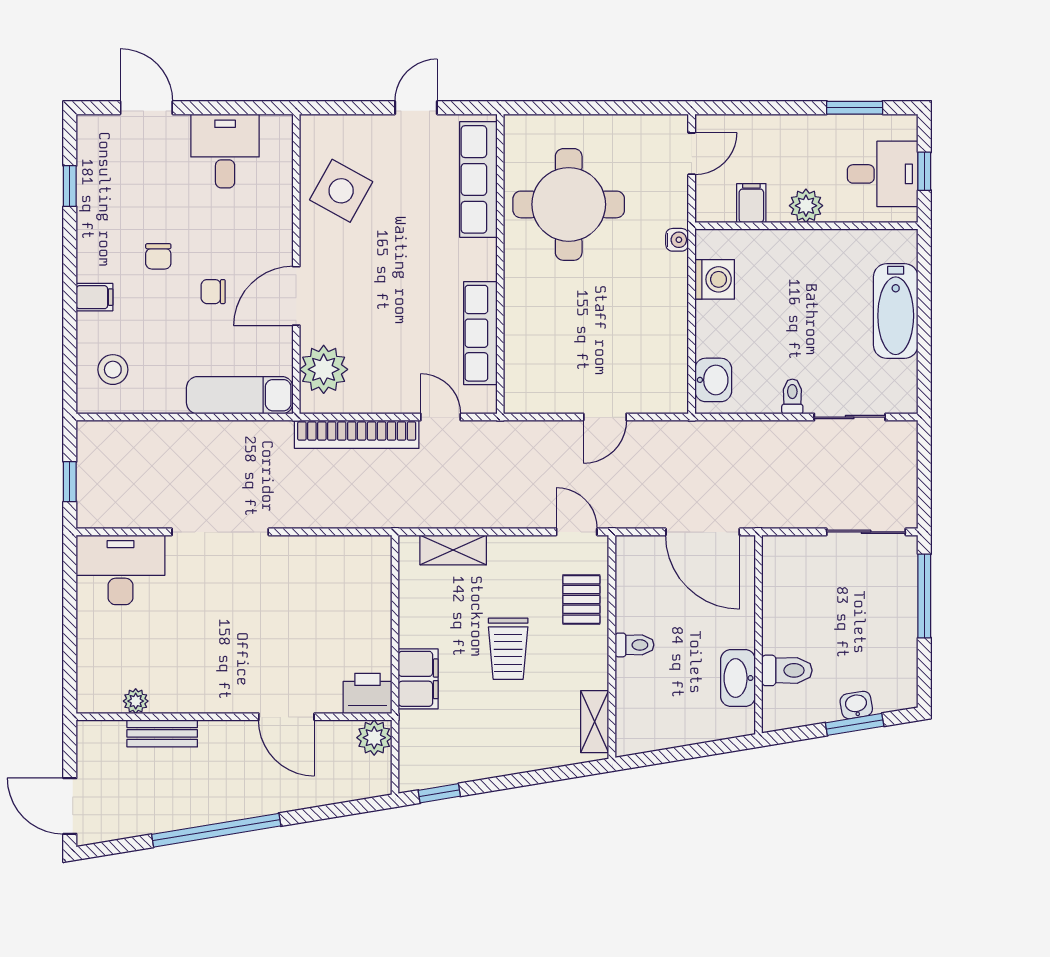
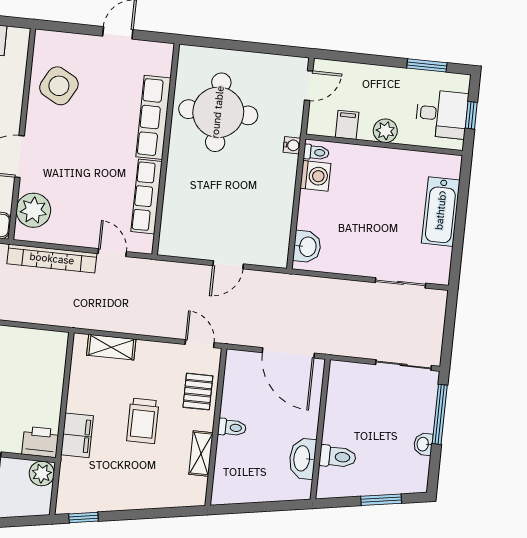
row of seats: (478, 179) -> (153, 117), moved
toilet: (792, 396) -> (316, 152), moved, turned 90
washbasin: (856, 705) -> (423, 444), moved, turned -81
shelving: (595, 722) -> (201, 454), moved

